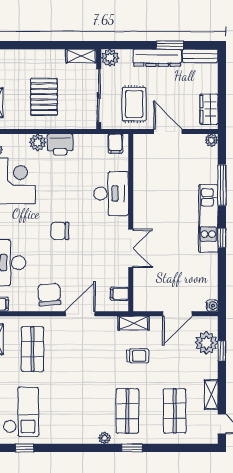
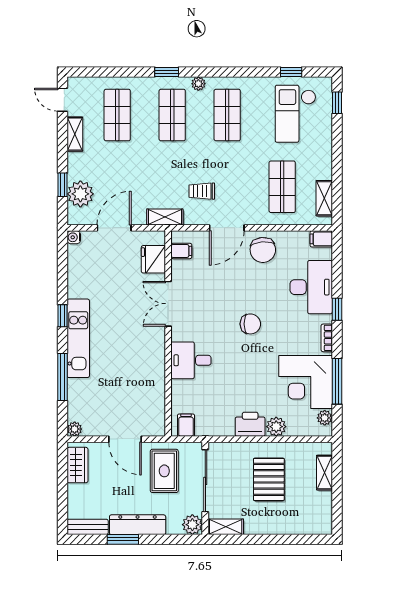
desk: (111, 194) -> (191, 360), width x0.73
fridge: (143, 287) -> (153, 259), added
trolley: (138, 356) -> (202, 191), moved
shop shelf: (80, 411) -> (227, 115), added

